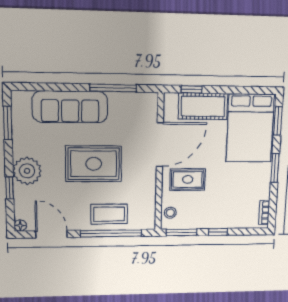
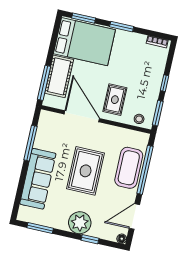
window: (192, 89) -> (44, 83), width x2.17
coffee table: (109, 214) -> (129, 168), width x1.36, depth x1.32

